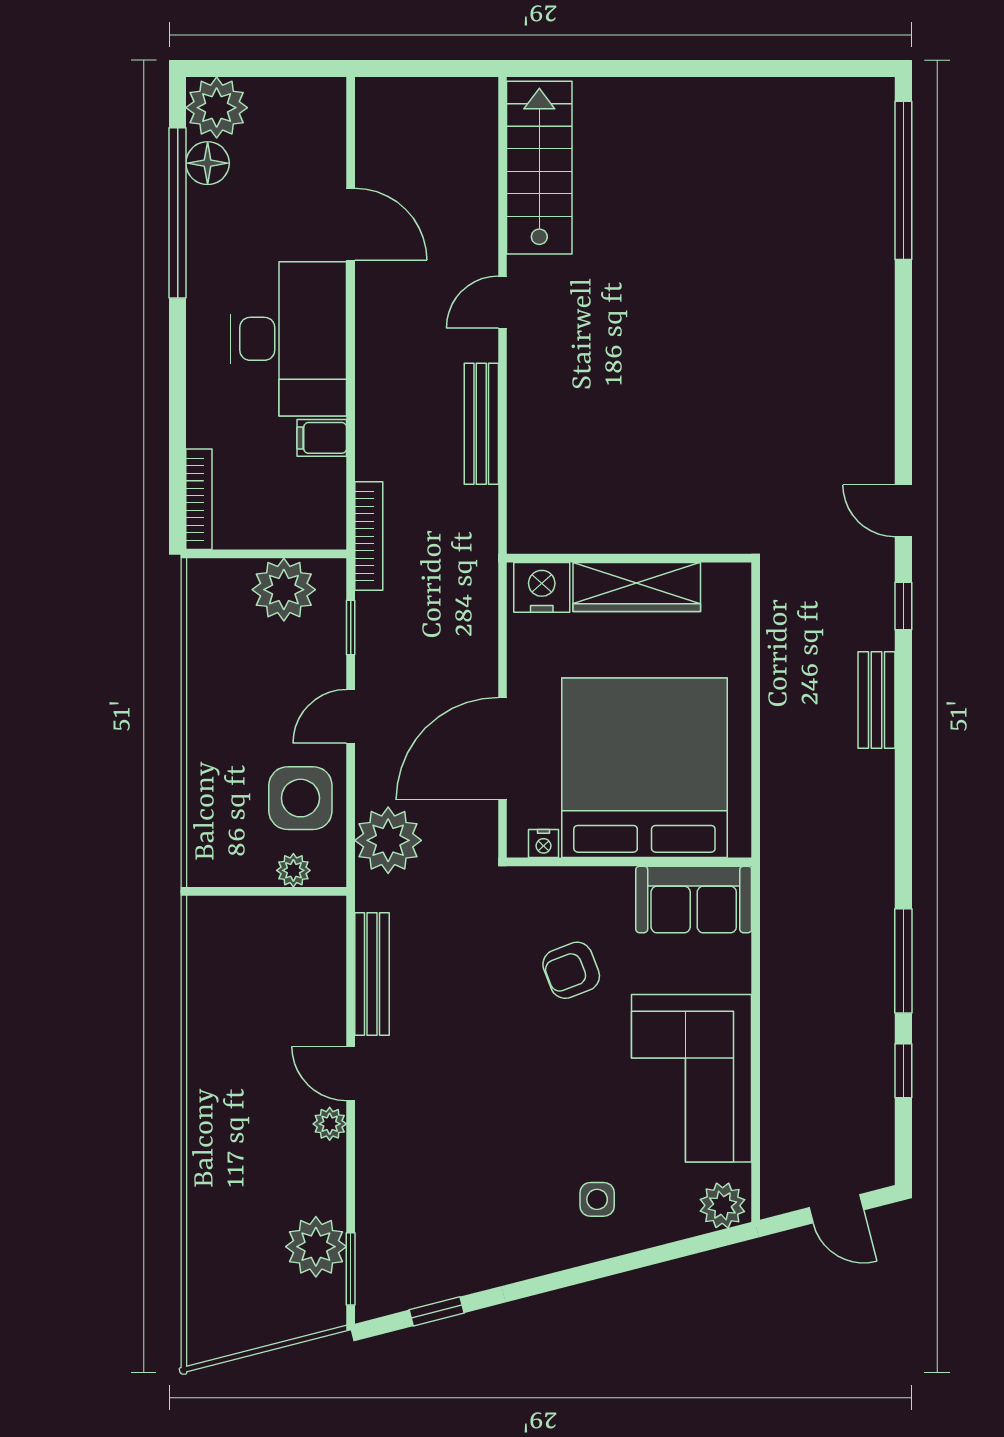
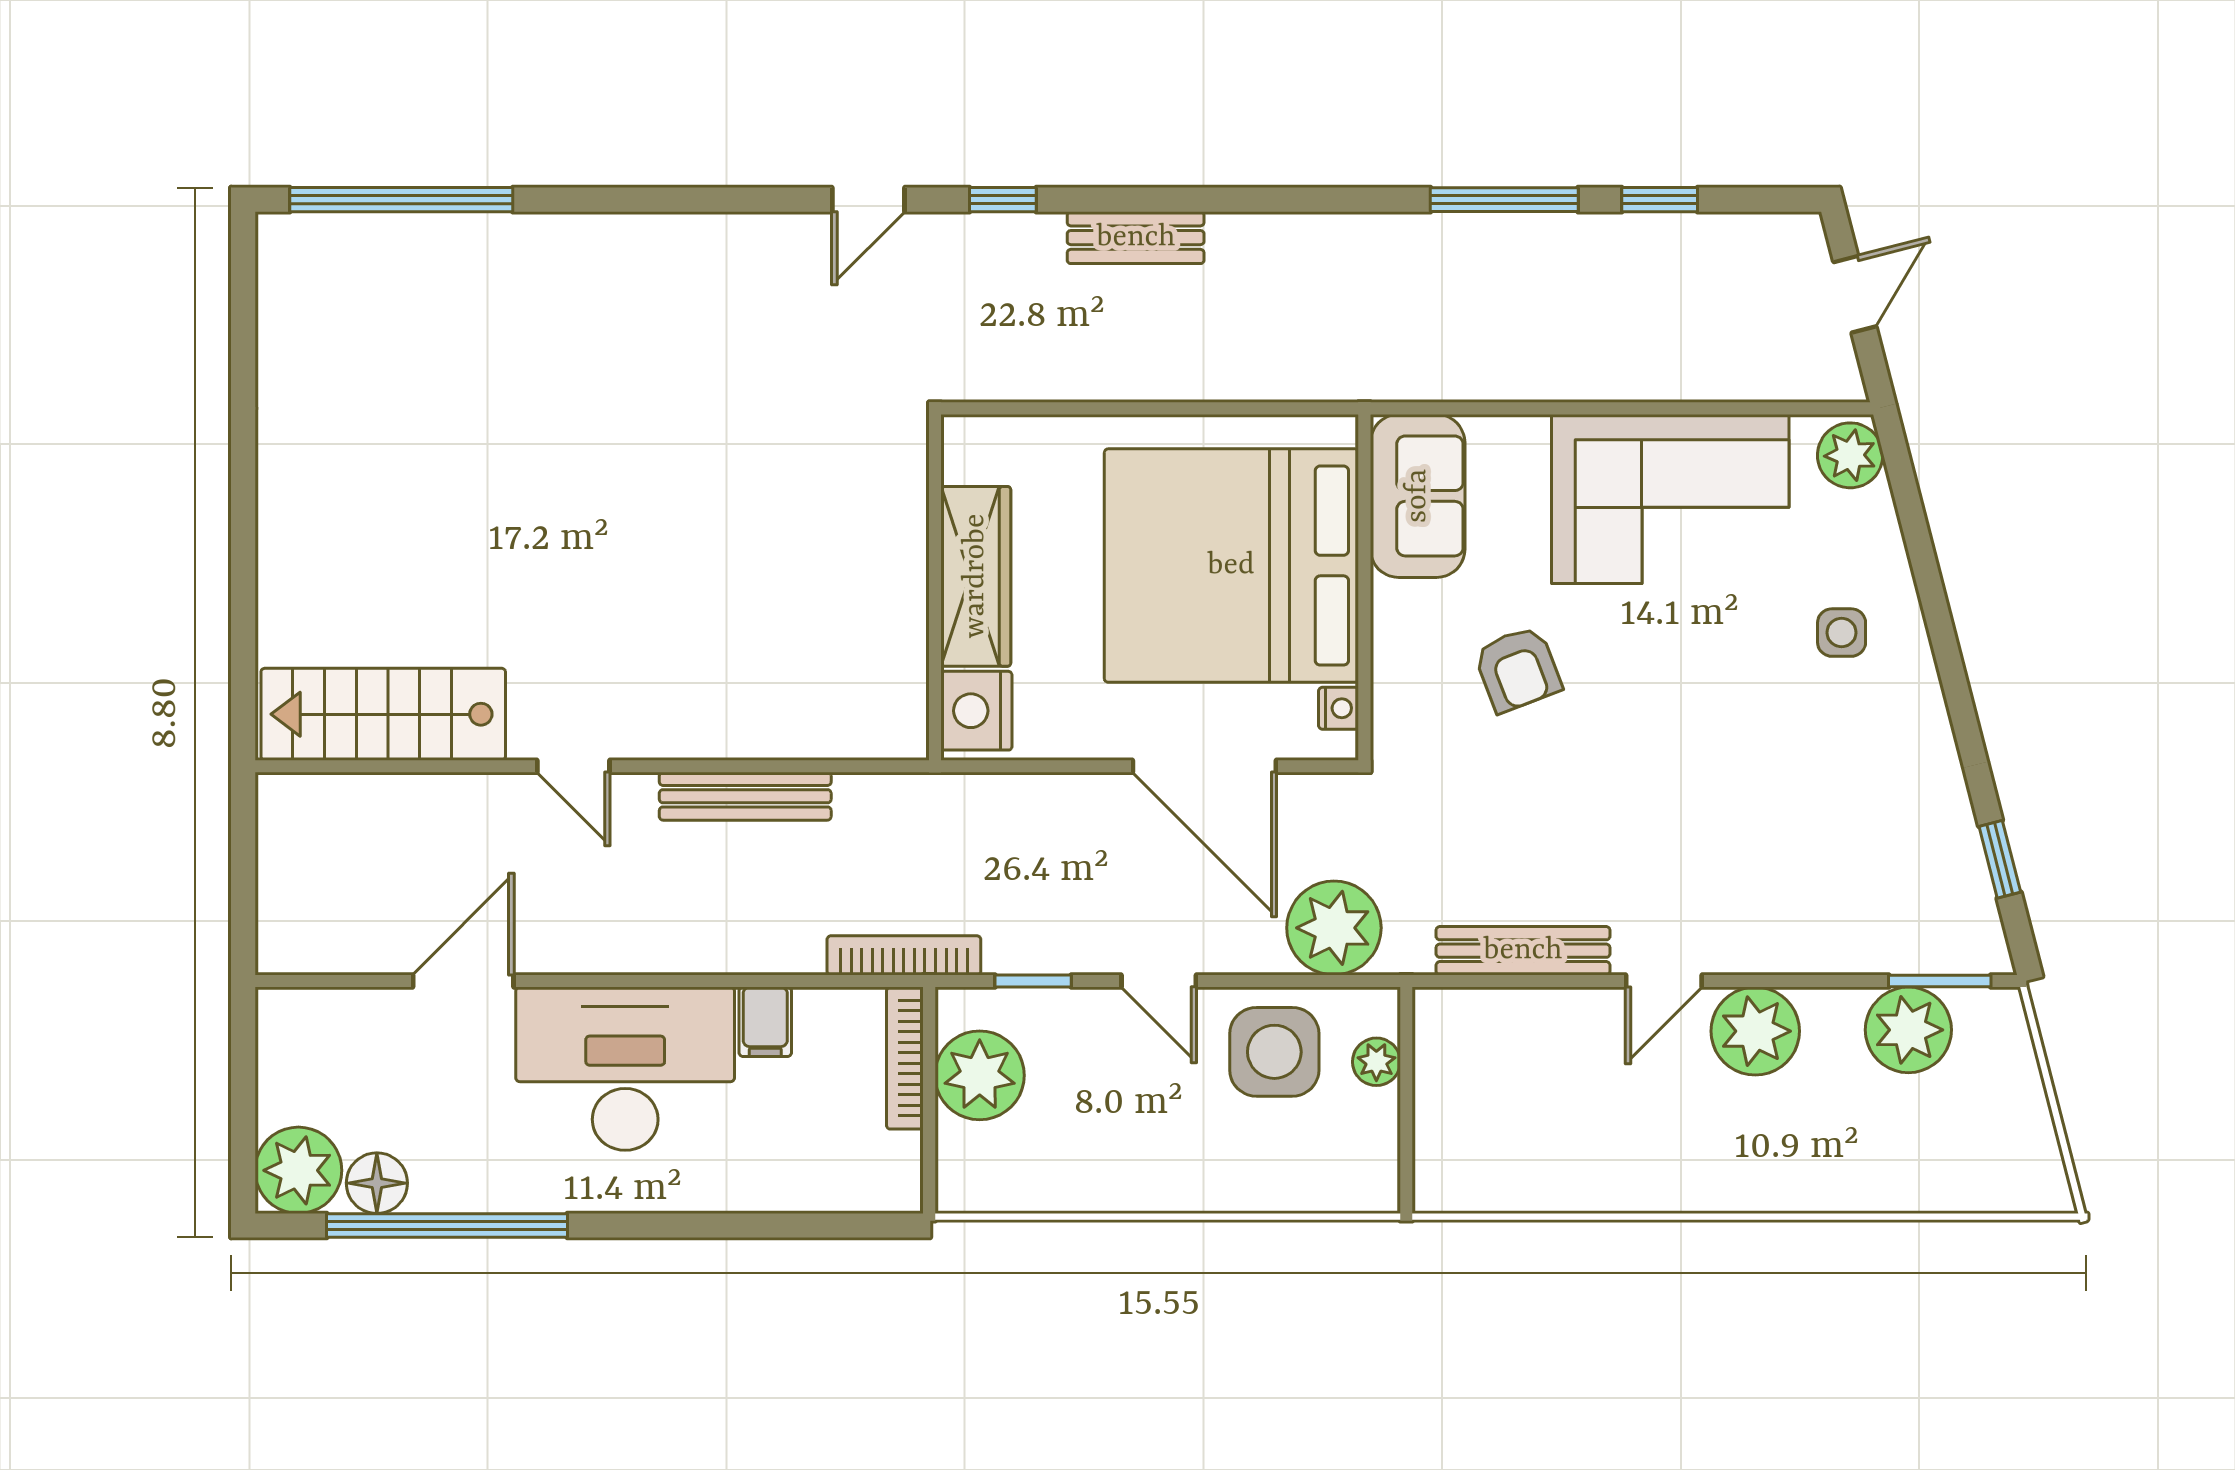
bookcase: (199, 499) -> (905, 1058), moved, turned -90
plant: (330, 1124) -> (1755, 1031), width x1.88, depth x1.88

